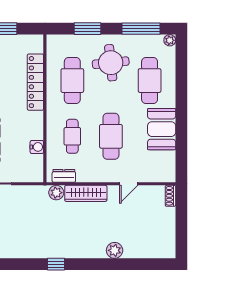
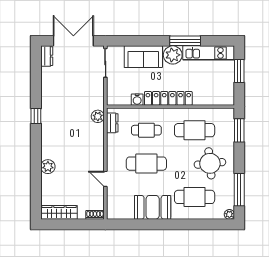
window: (87, 29) -> (239, 130), moved
locker: (35, 82) -> (168, 98), moved
wardrobe: (86, 193) -> (59, 212), moved, turned 90

